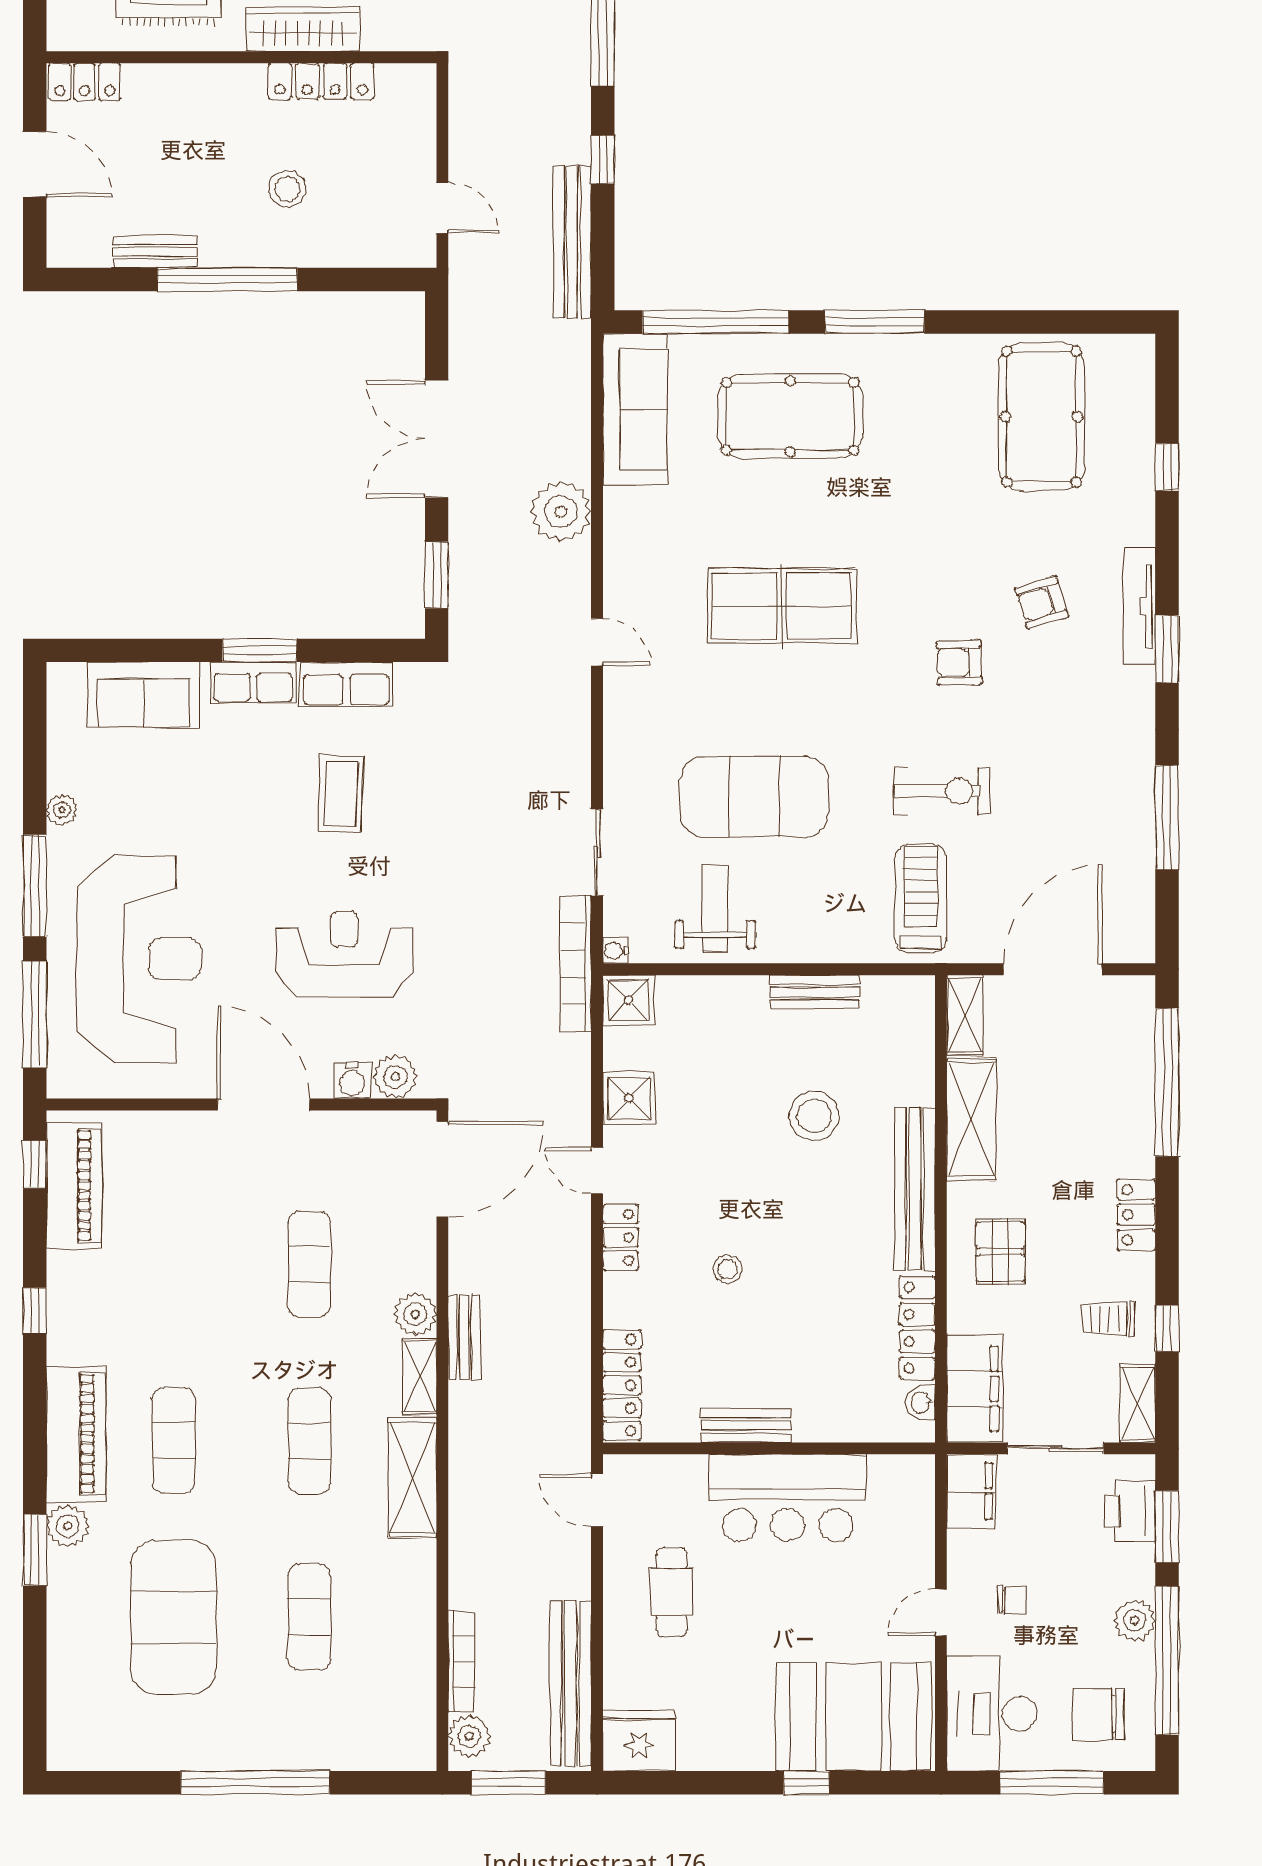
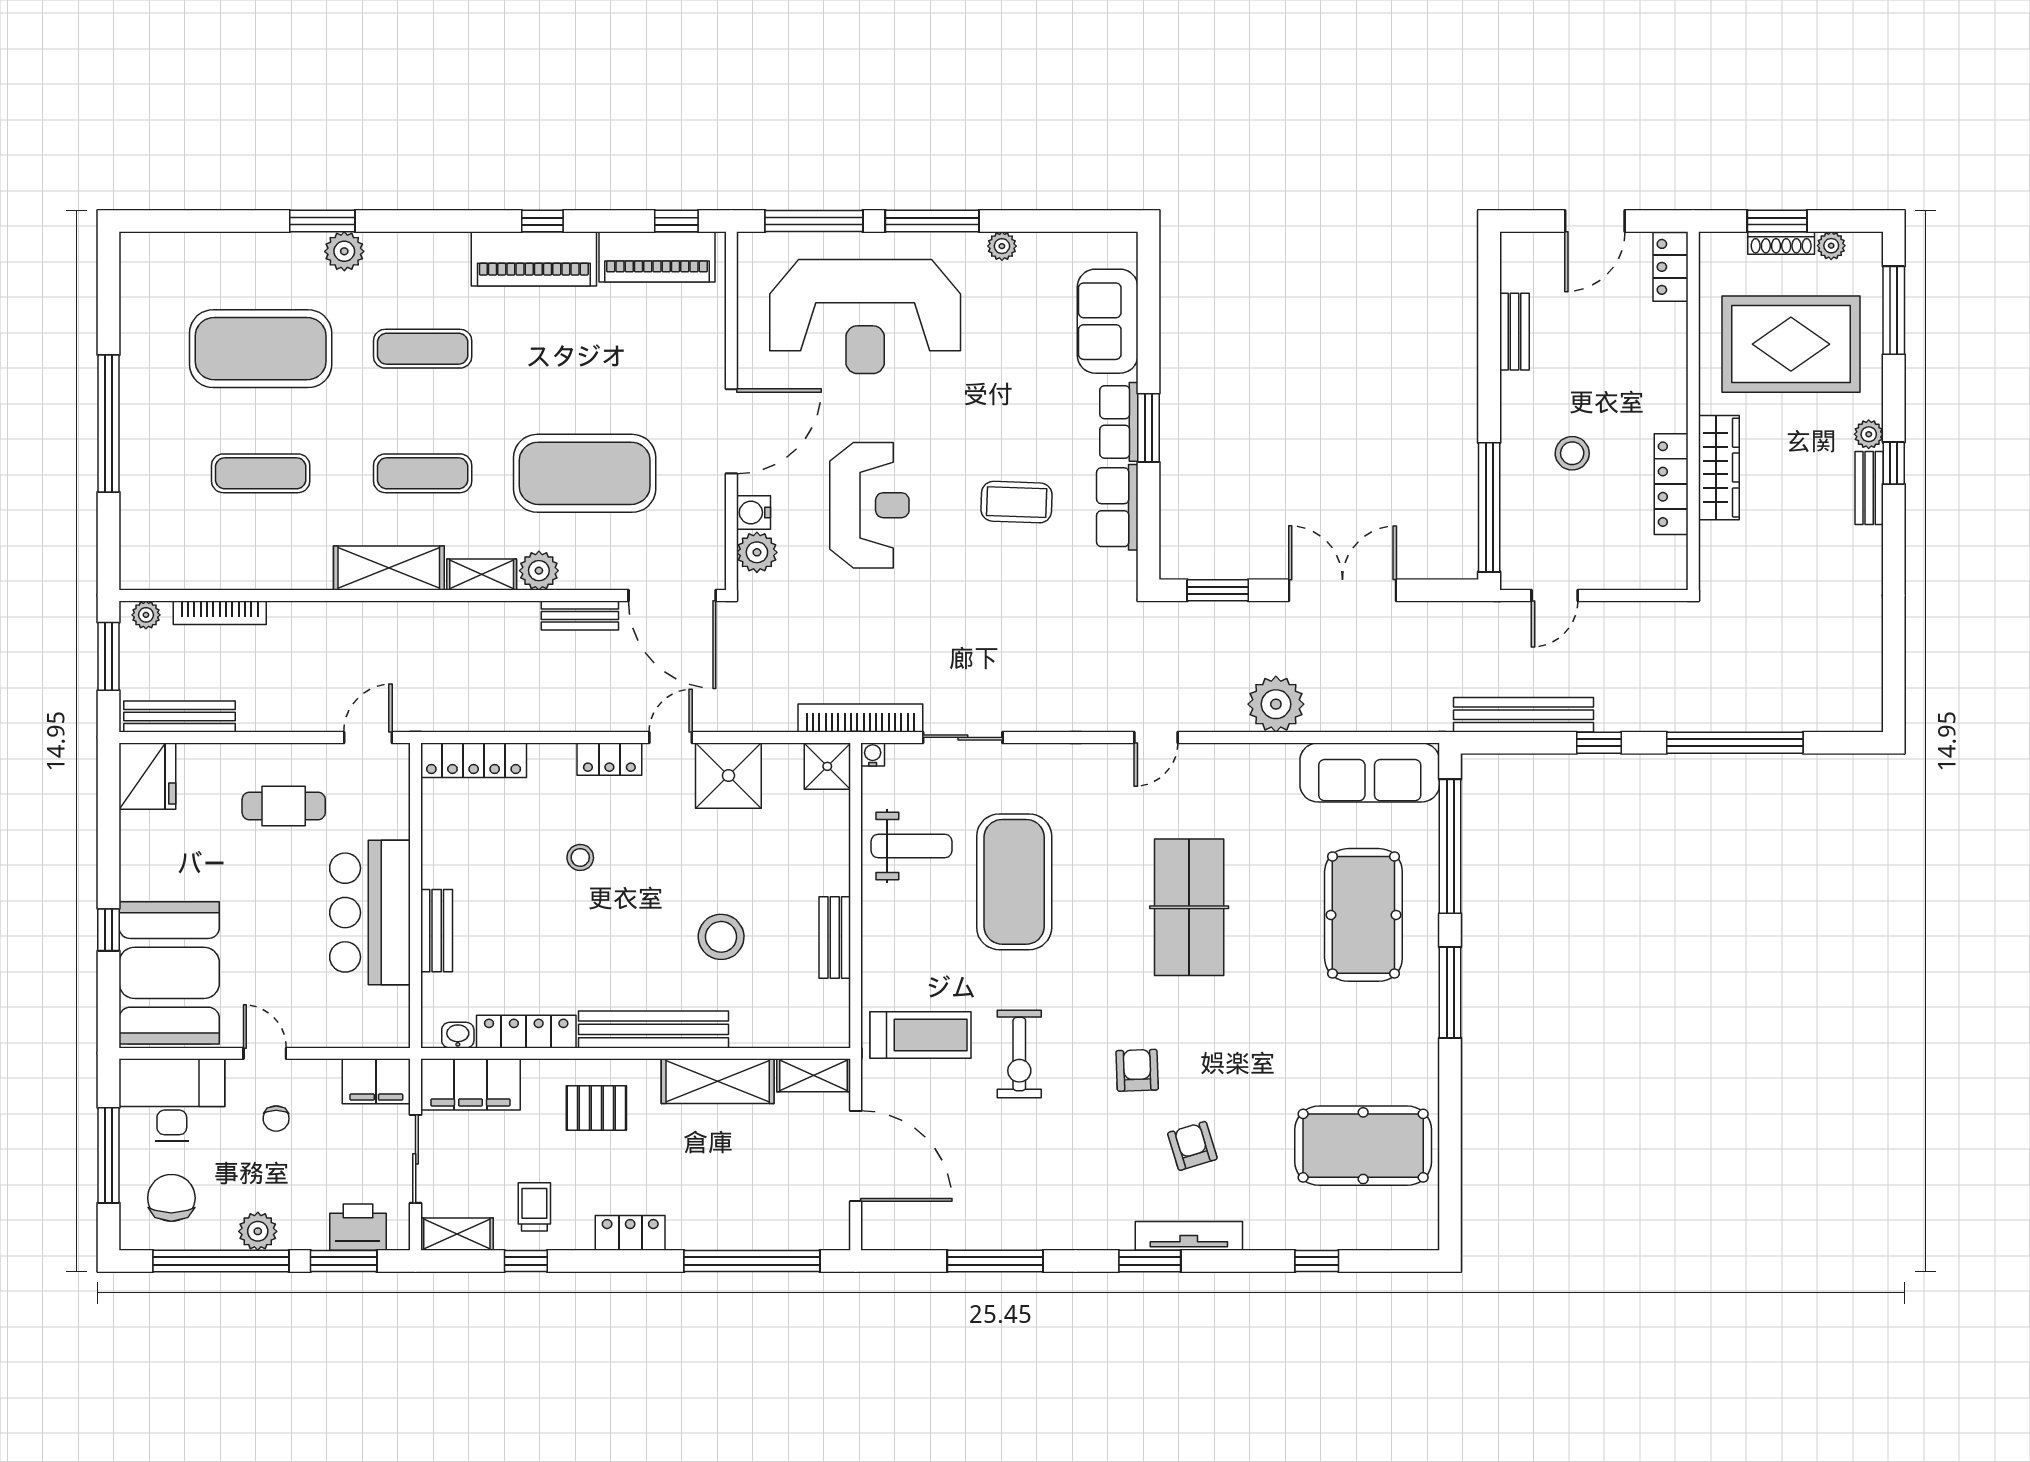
window: (227, 279) -> (1489, 507), moved
shower: (629, 1098) -> (728, 776), width x1.36, depth x1.36
exercise mat: (309, 1264) -> (585, 473), width x2.00, depth x1.45
bench: (464, 1337) -> (580, 616), moved
bench: (746, 1425) -> (437, 931), moved
piano: (76, 1434) -> (534, 259), moved
bench: (571, 1683) -> (179, 717), width x0.73, depth x0.82
plant: (469, 1736) -> (146, 615), width x0.73, depth x0.73

